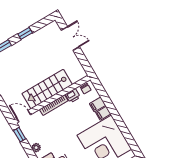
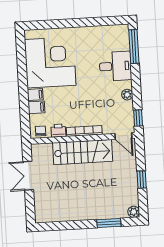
window: (25, 33) -> (75, 225), removed
double door: (70, 38) -> (28, 176), moved

